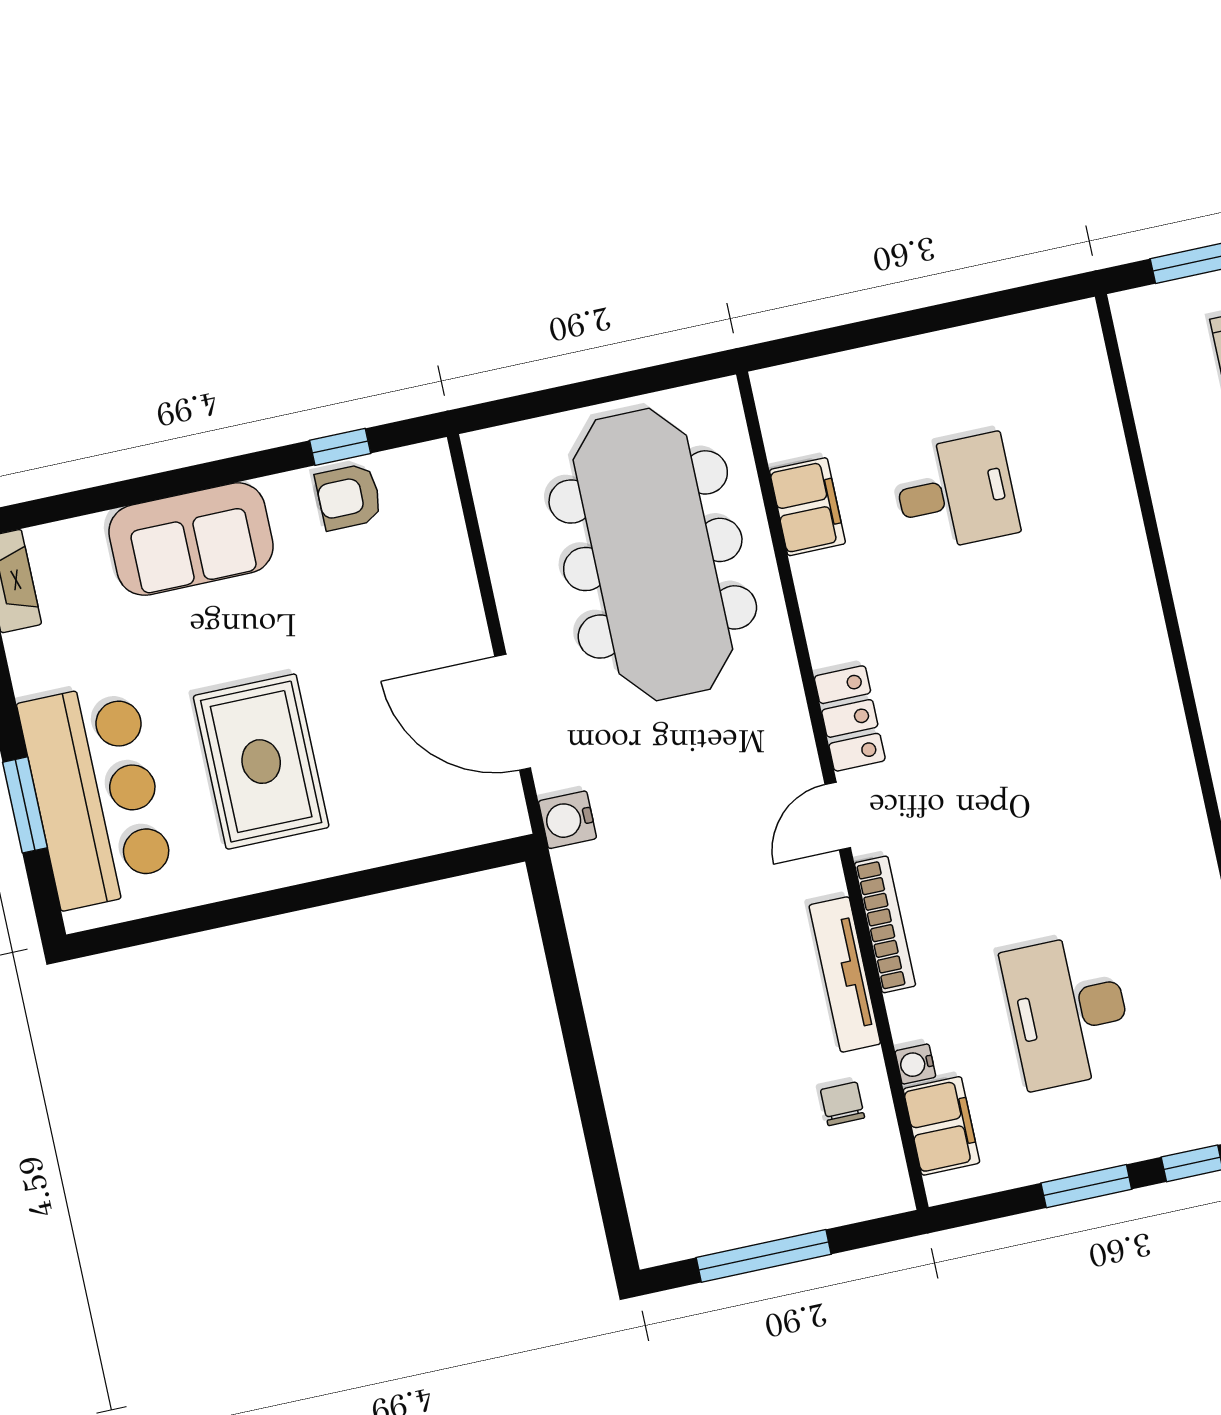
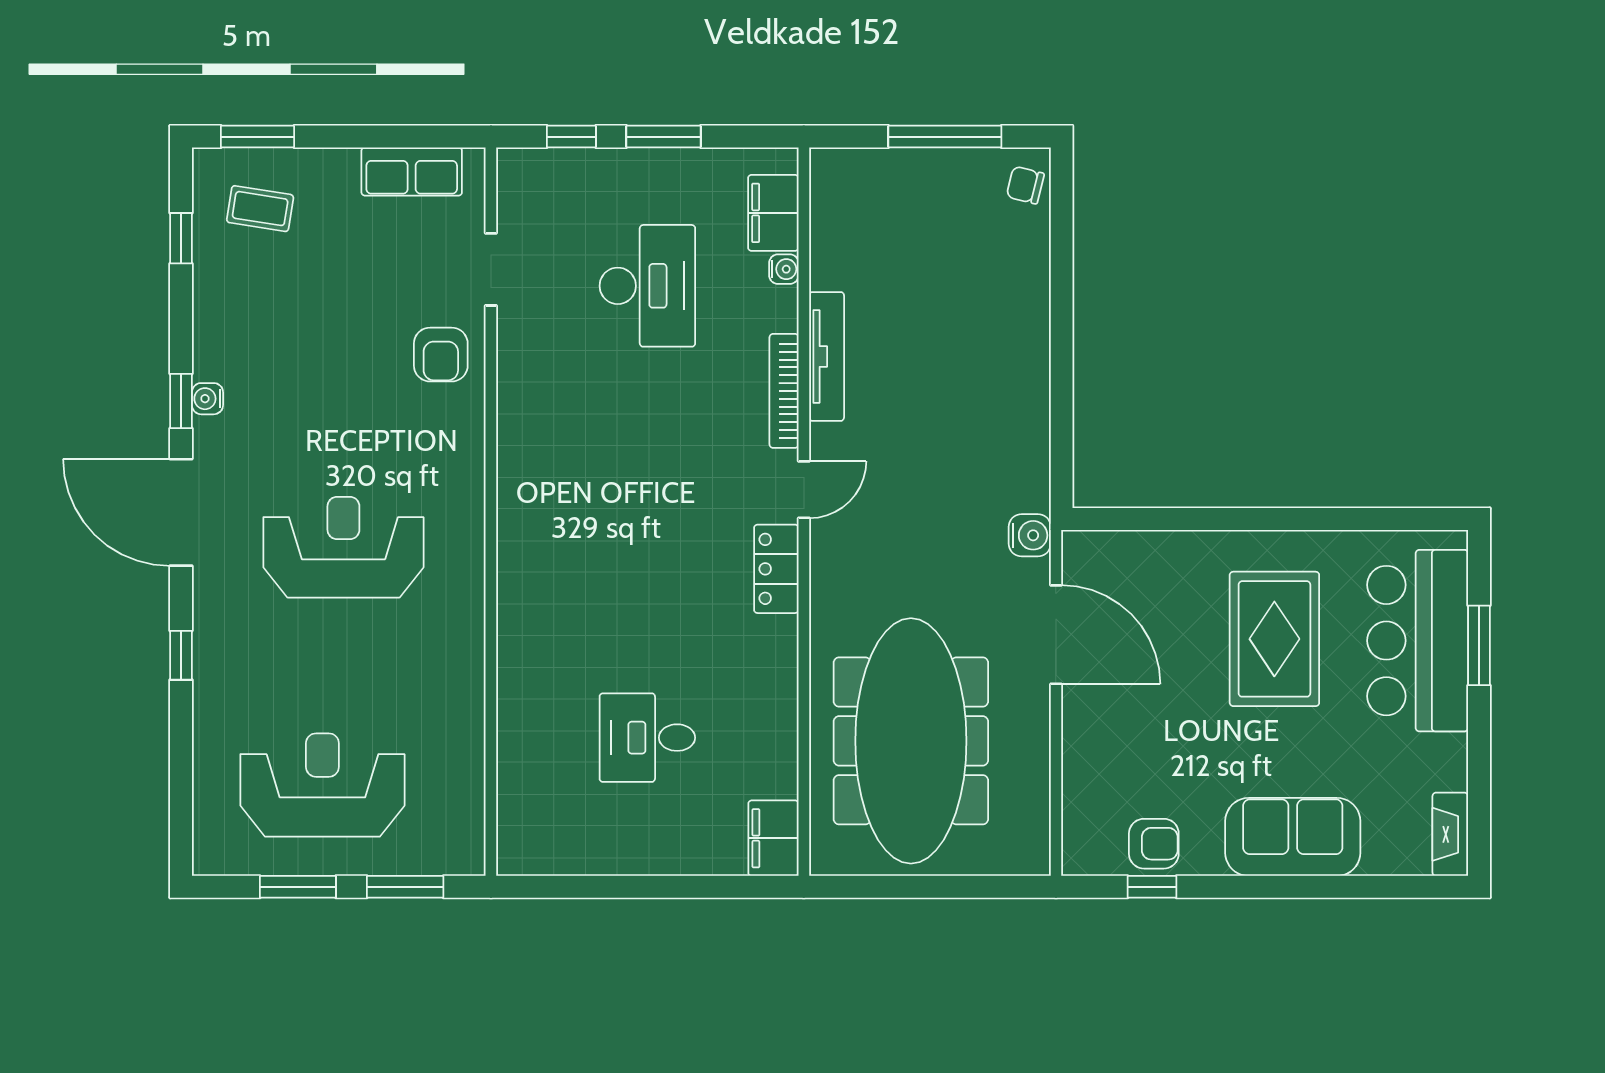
filing cabinet: (807, 507) -> (773, 838), moved
chair: (843, 1104) -> (1025, 185), moved, turned 104

